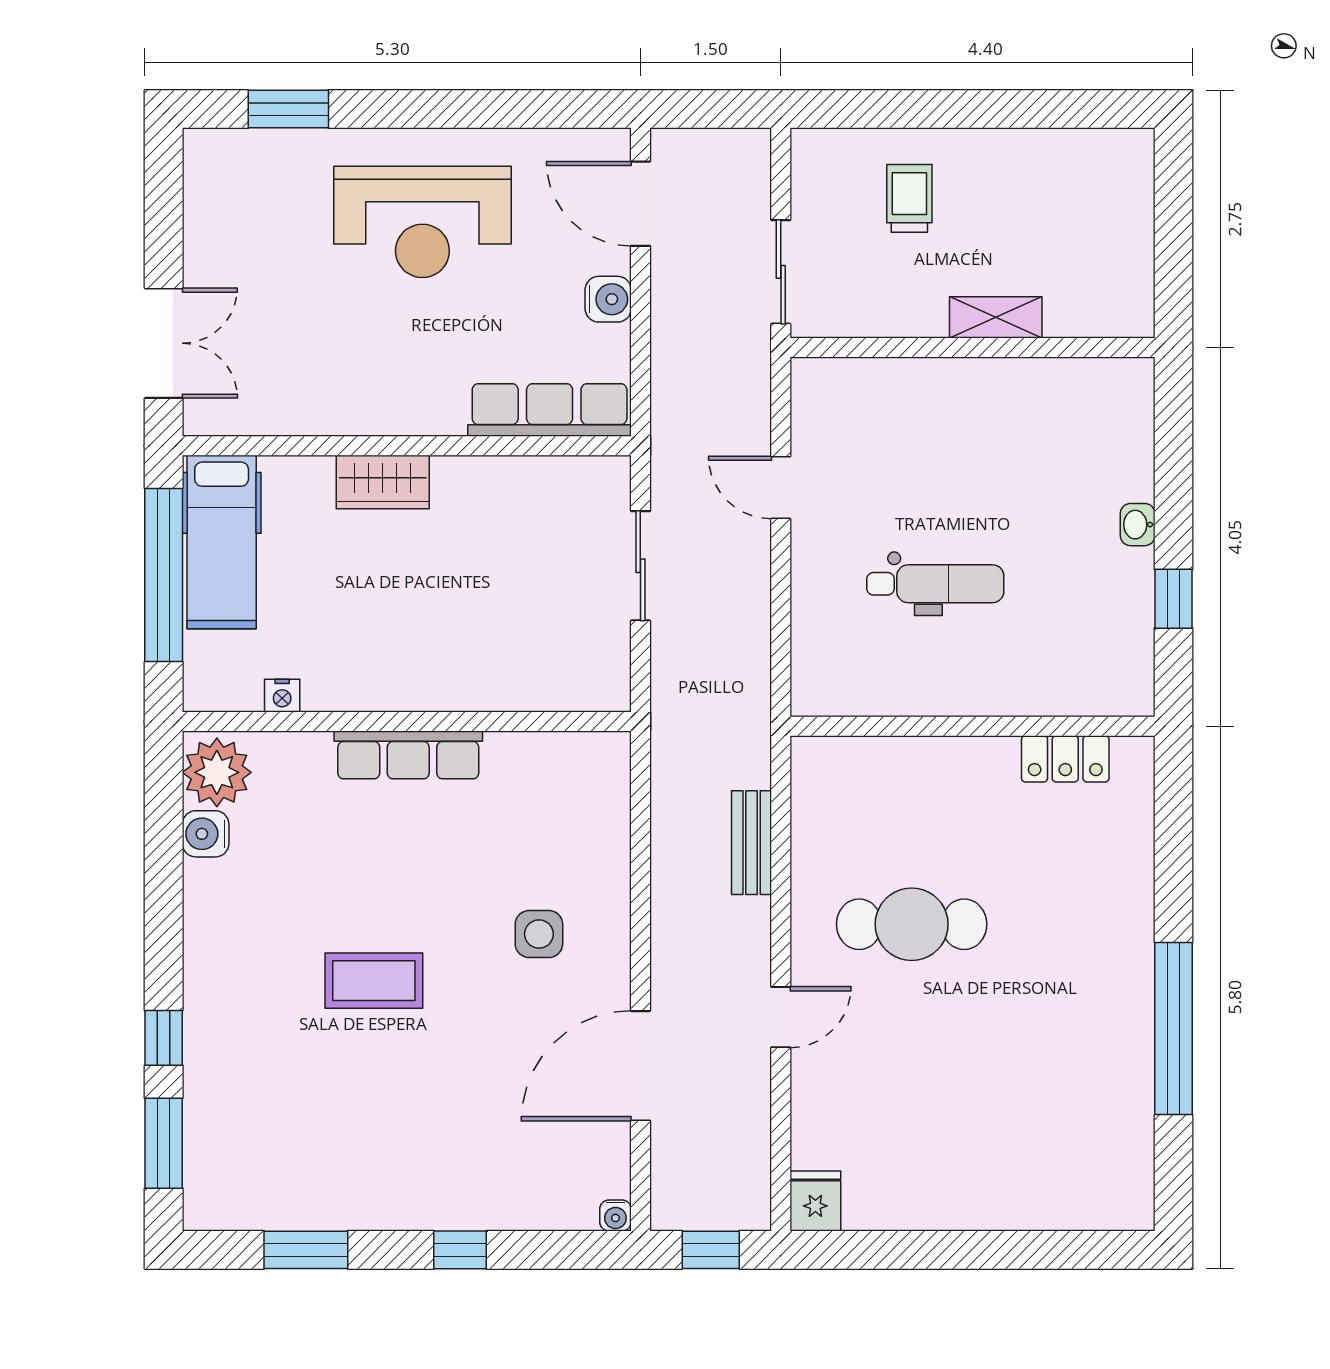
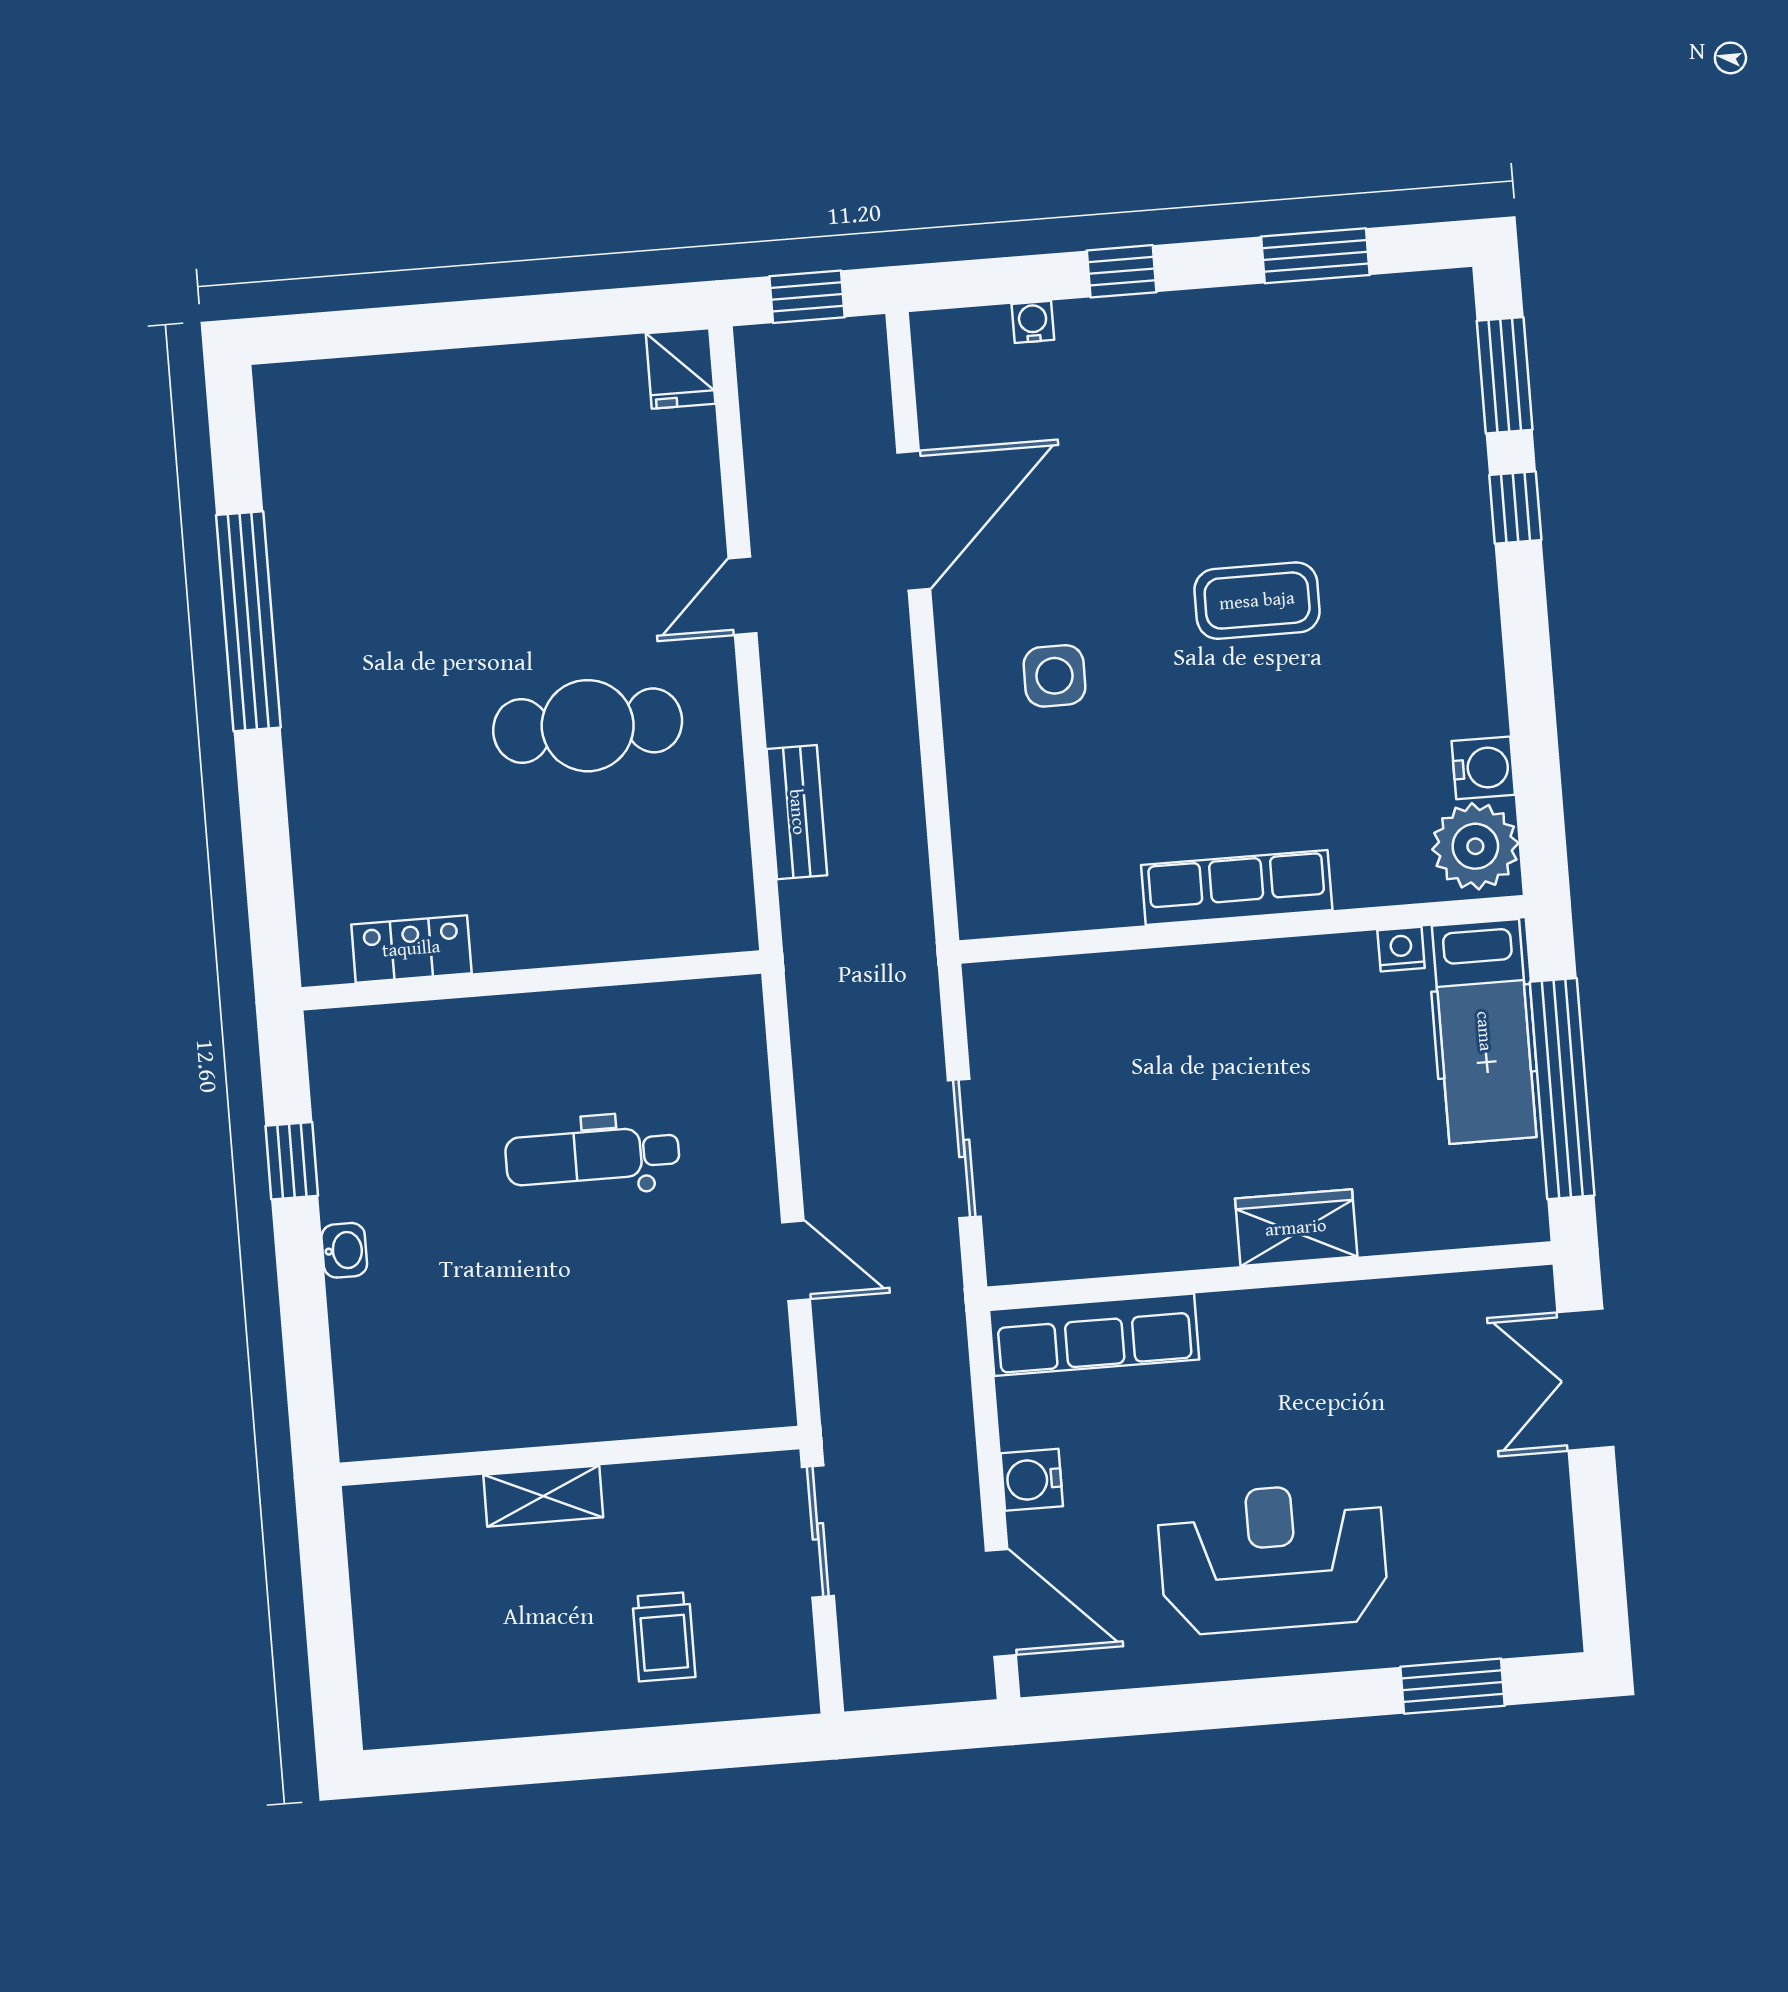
hospital bed: (222, 542) -> (1484, 1031), moved, turned 180
water cooler: (615, 1215) -> (1033, 322), moved

